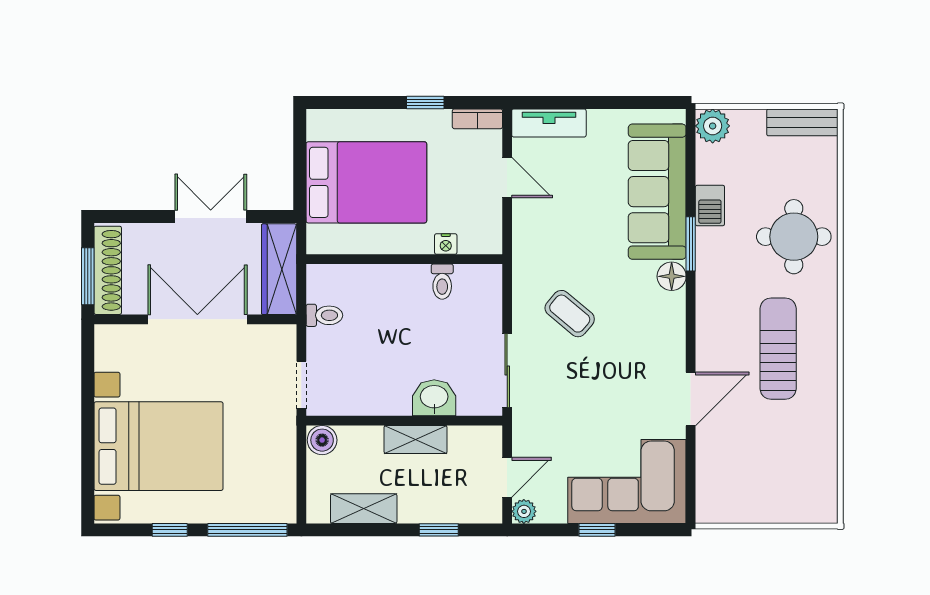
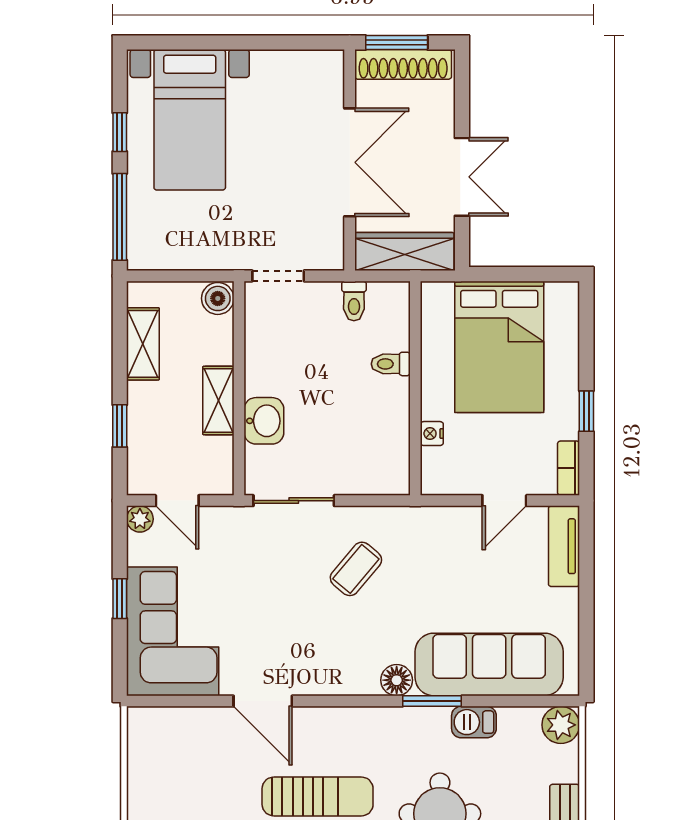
toilet: (442, 282) -> (391, 364), moved
bed with nightstands: (158, 446) -> (190, 120), width x0.73

